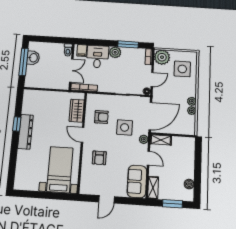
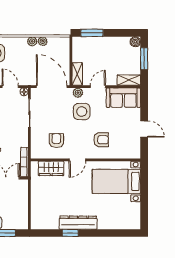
side table: (125, 127) -> (82, 112), moved
window: (198, 156) -> (92, 33), added
boiler: (189, 184) -> (135, 42), moved

